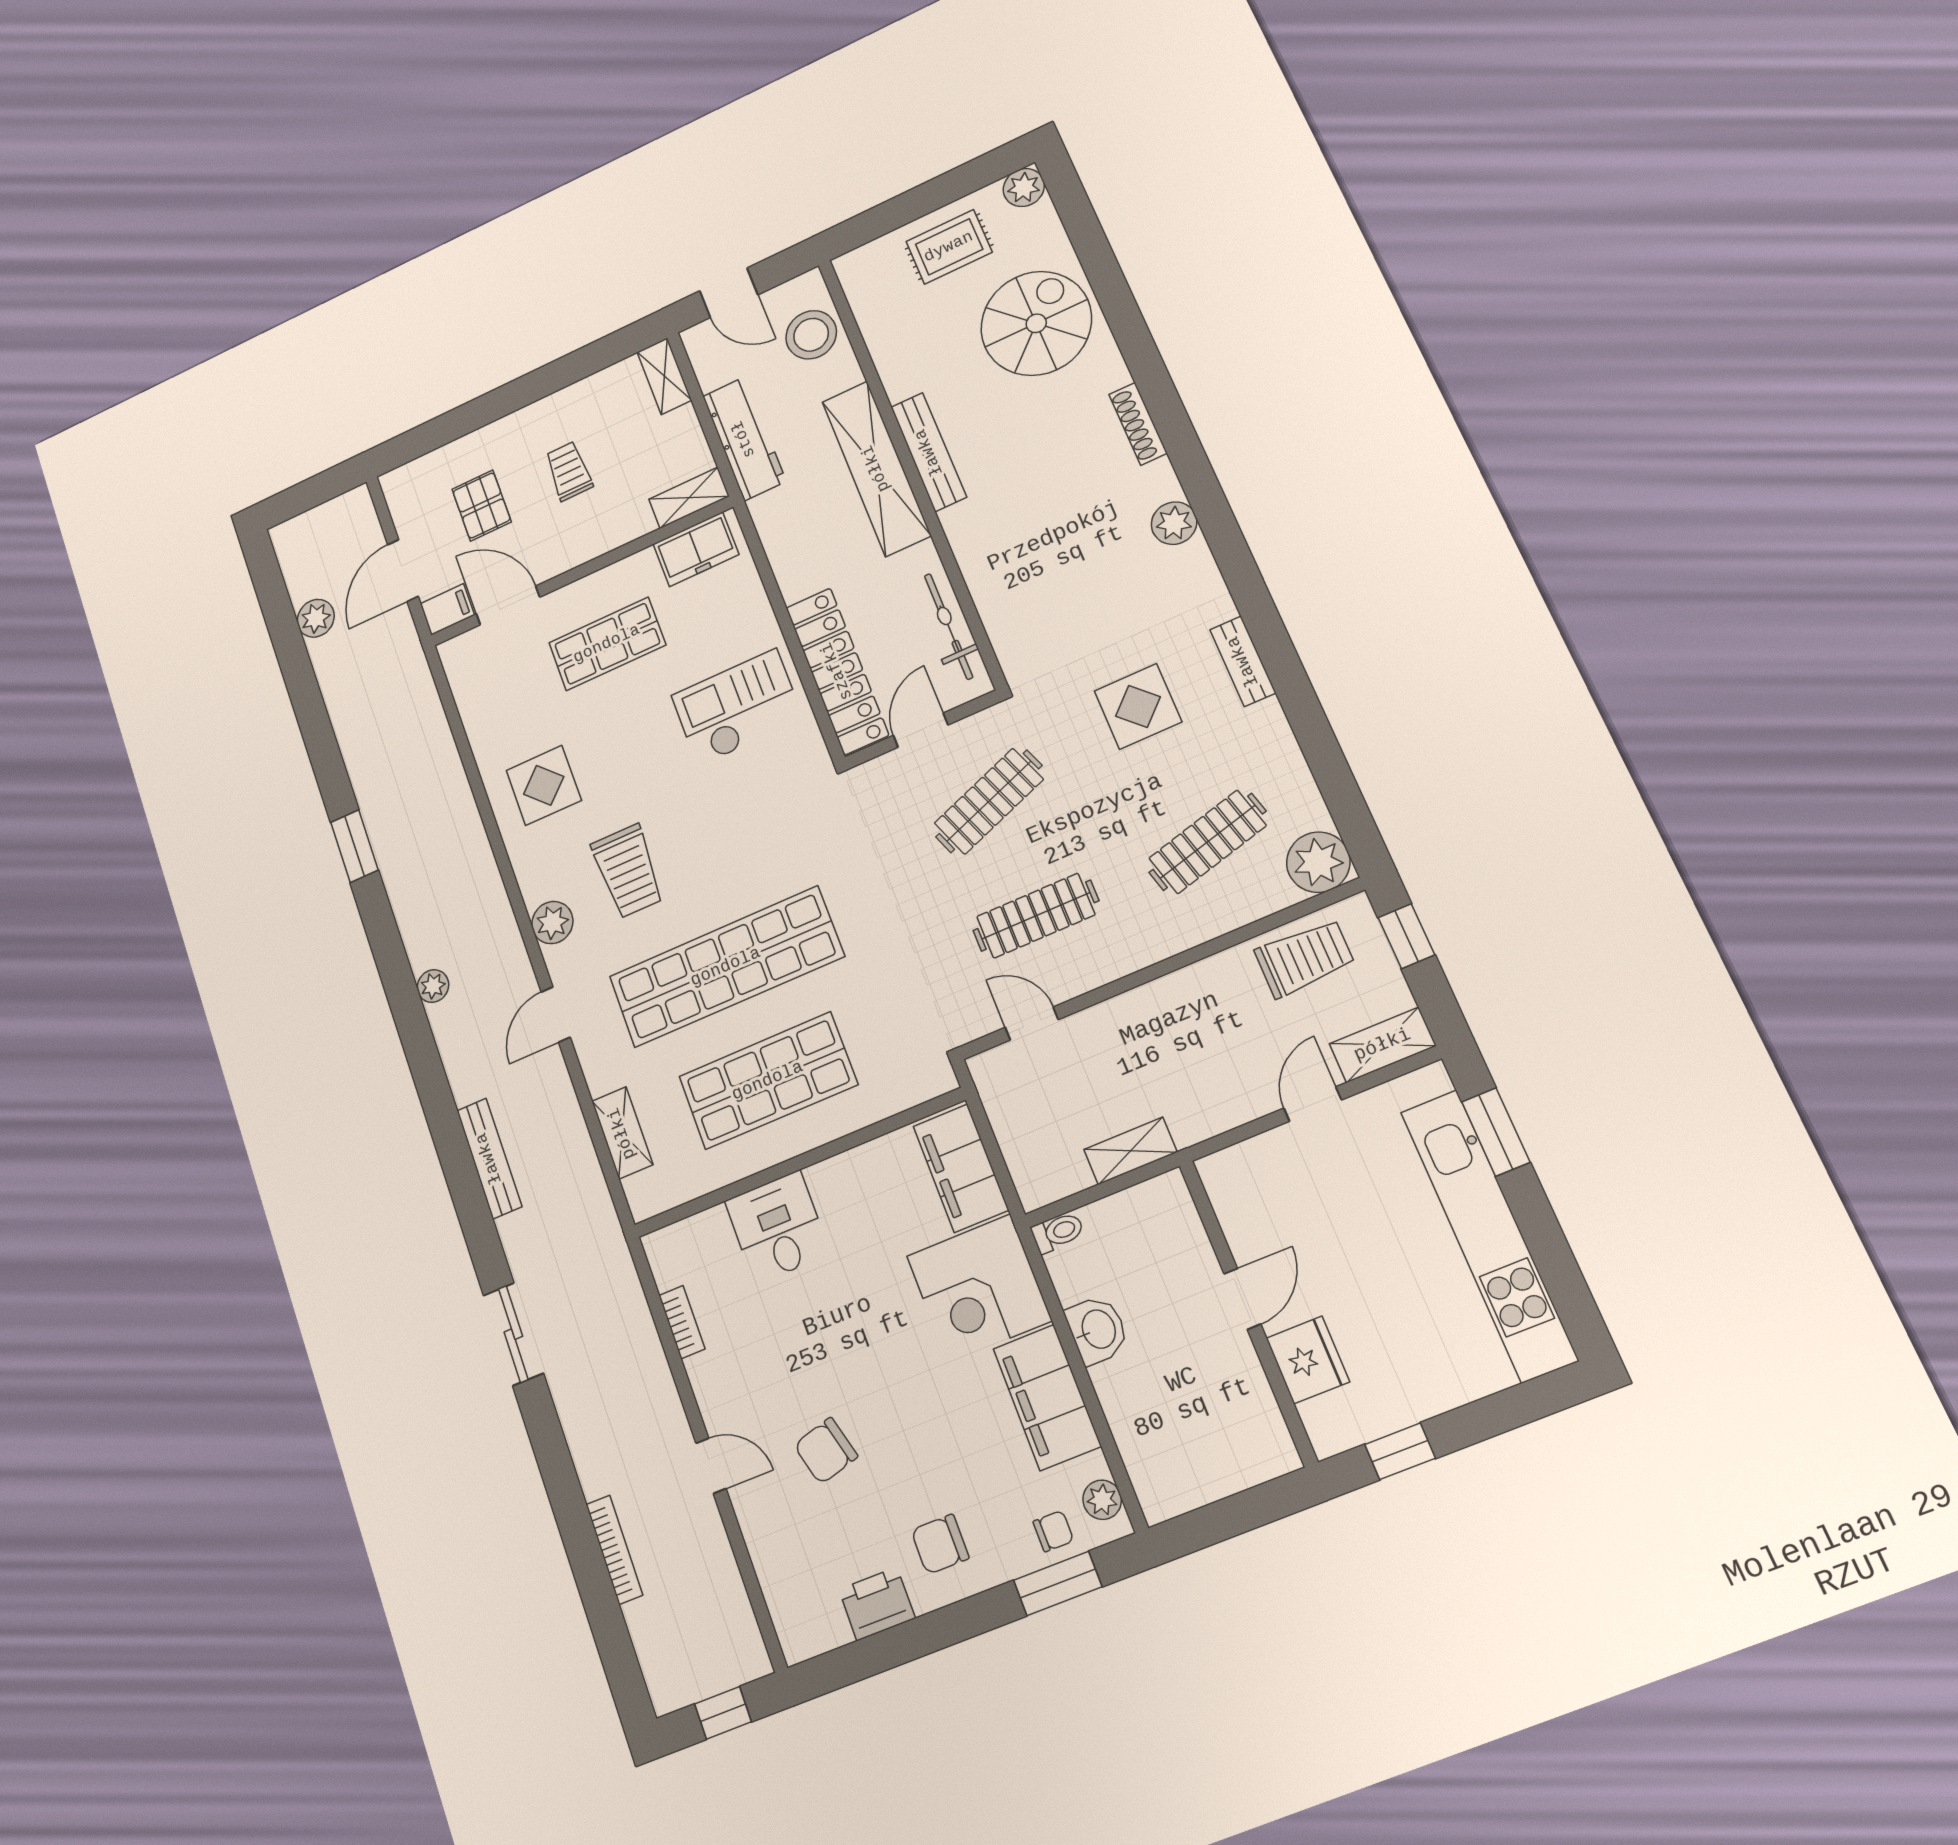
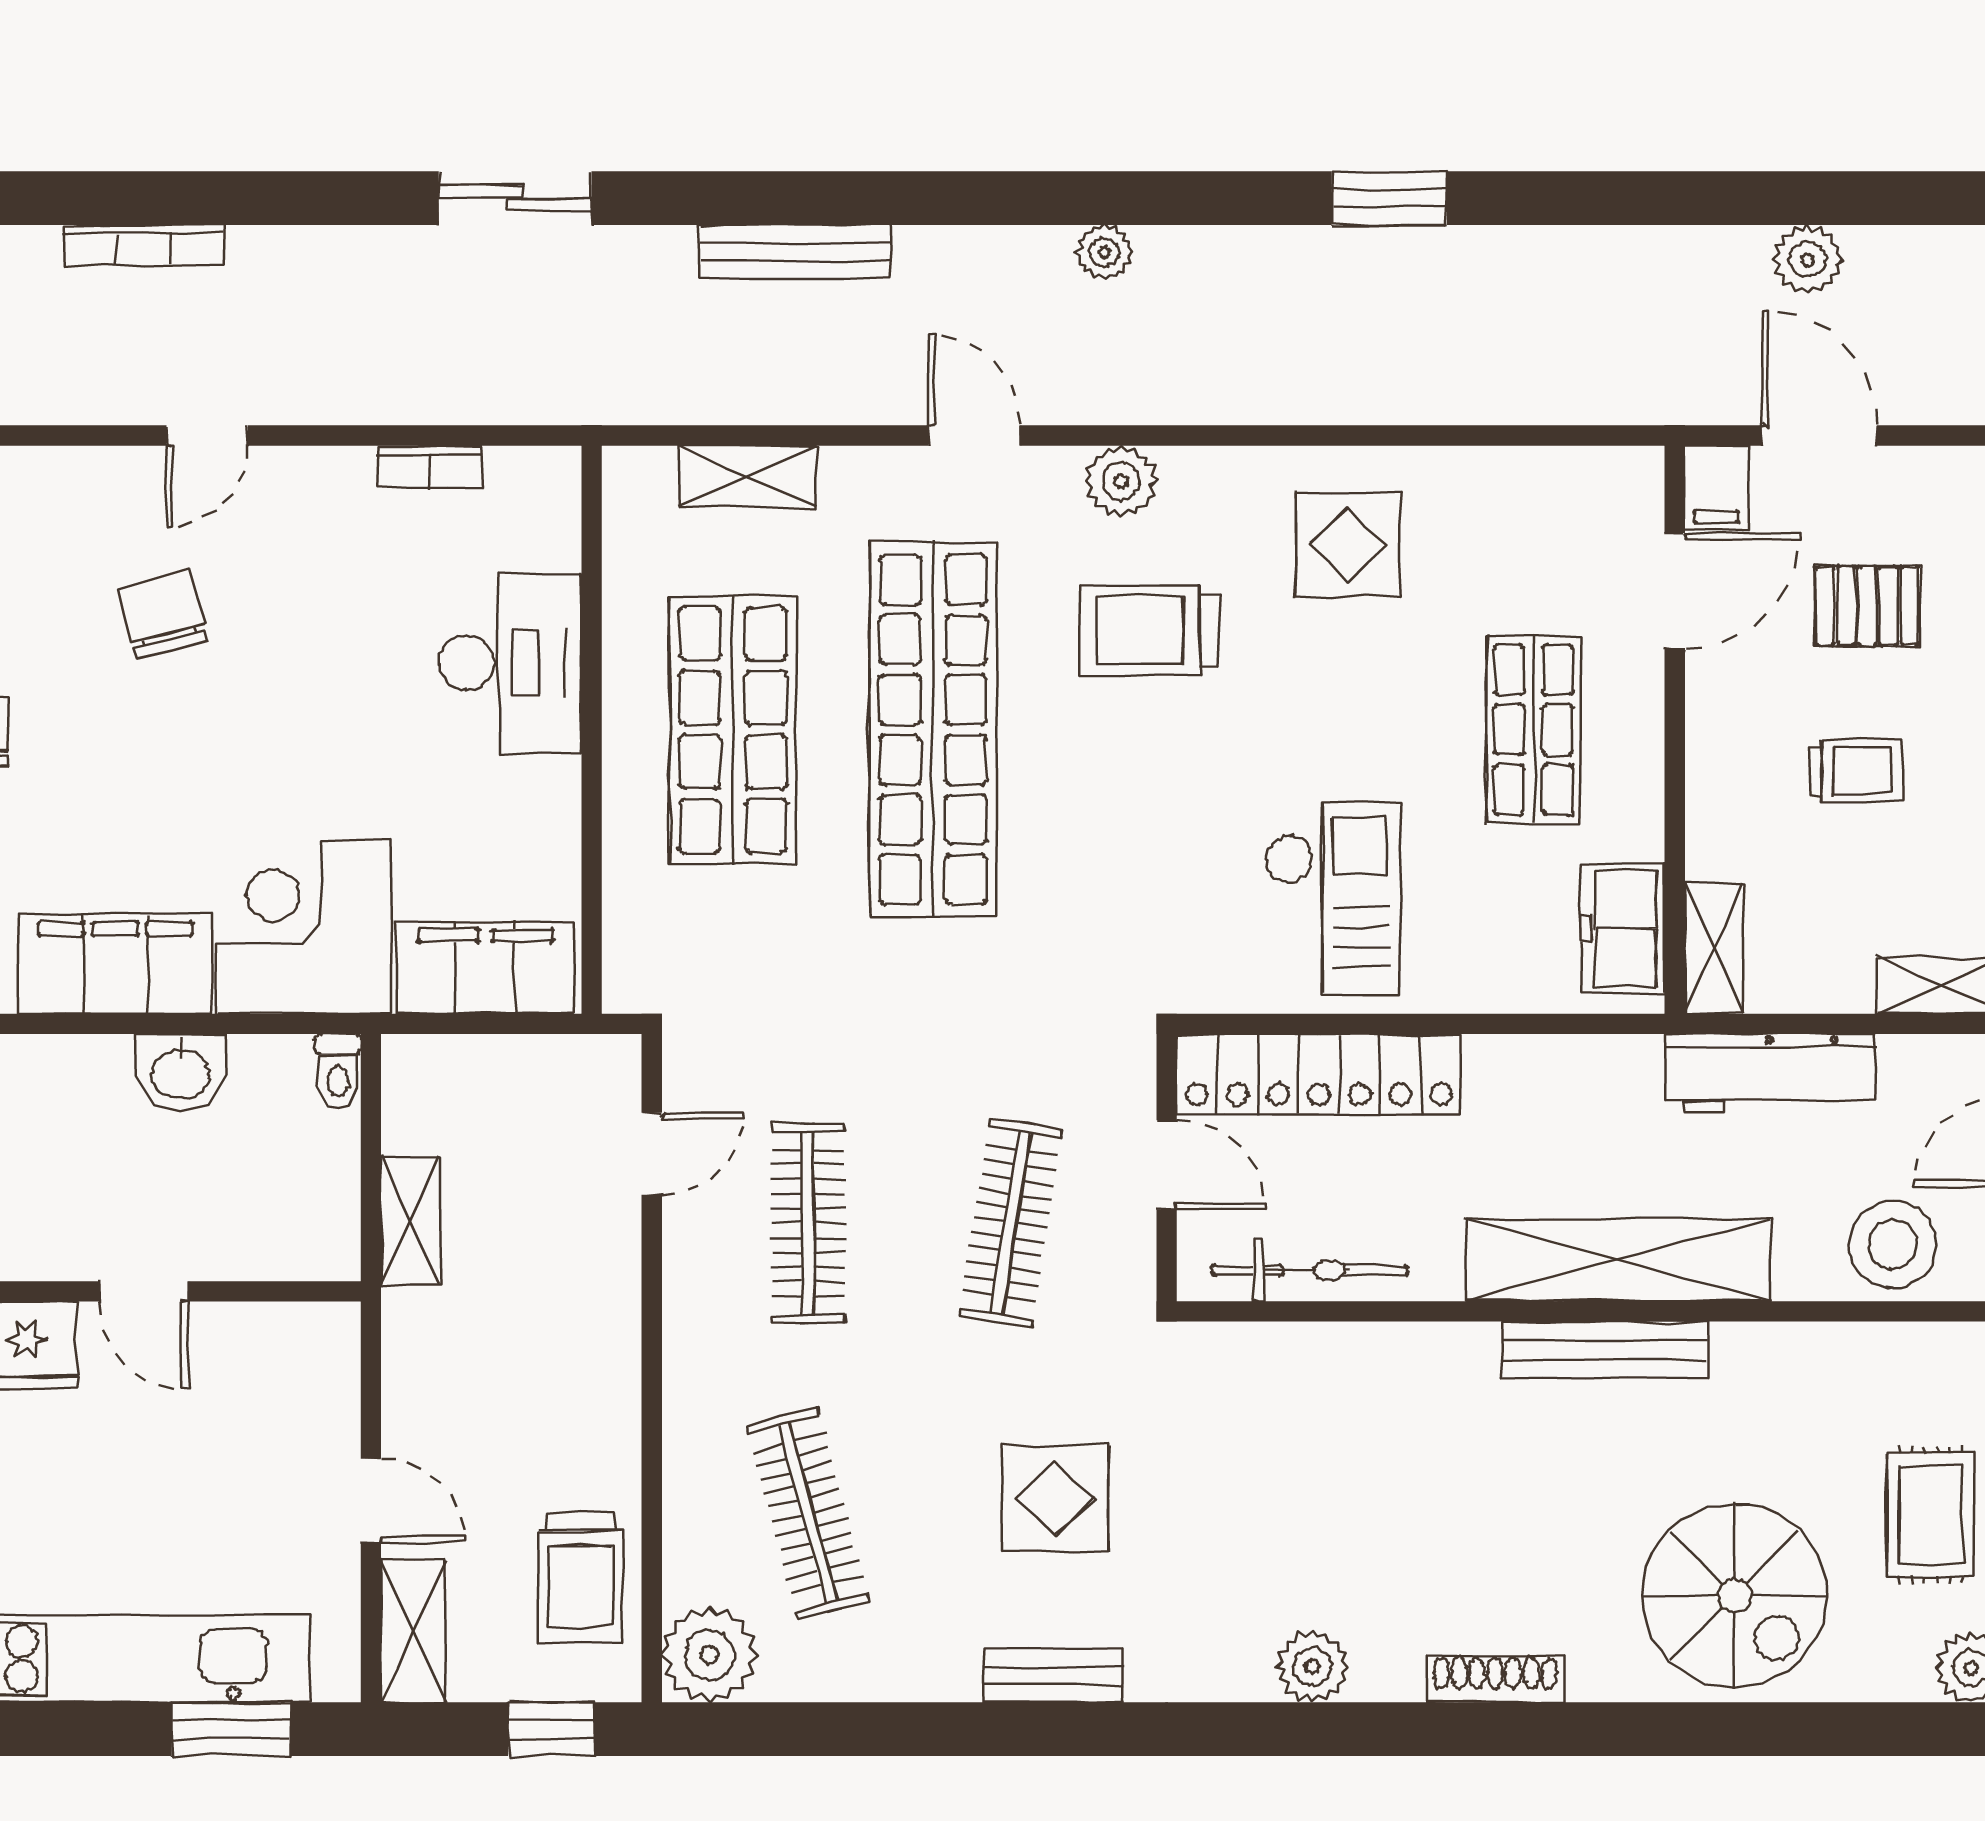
clothes rail: (989, 801) -> (1011, 1223), turned 30
desk: (777, 1227) -> (510, 663), width x1.37

